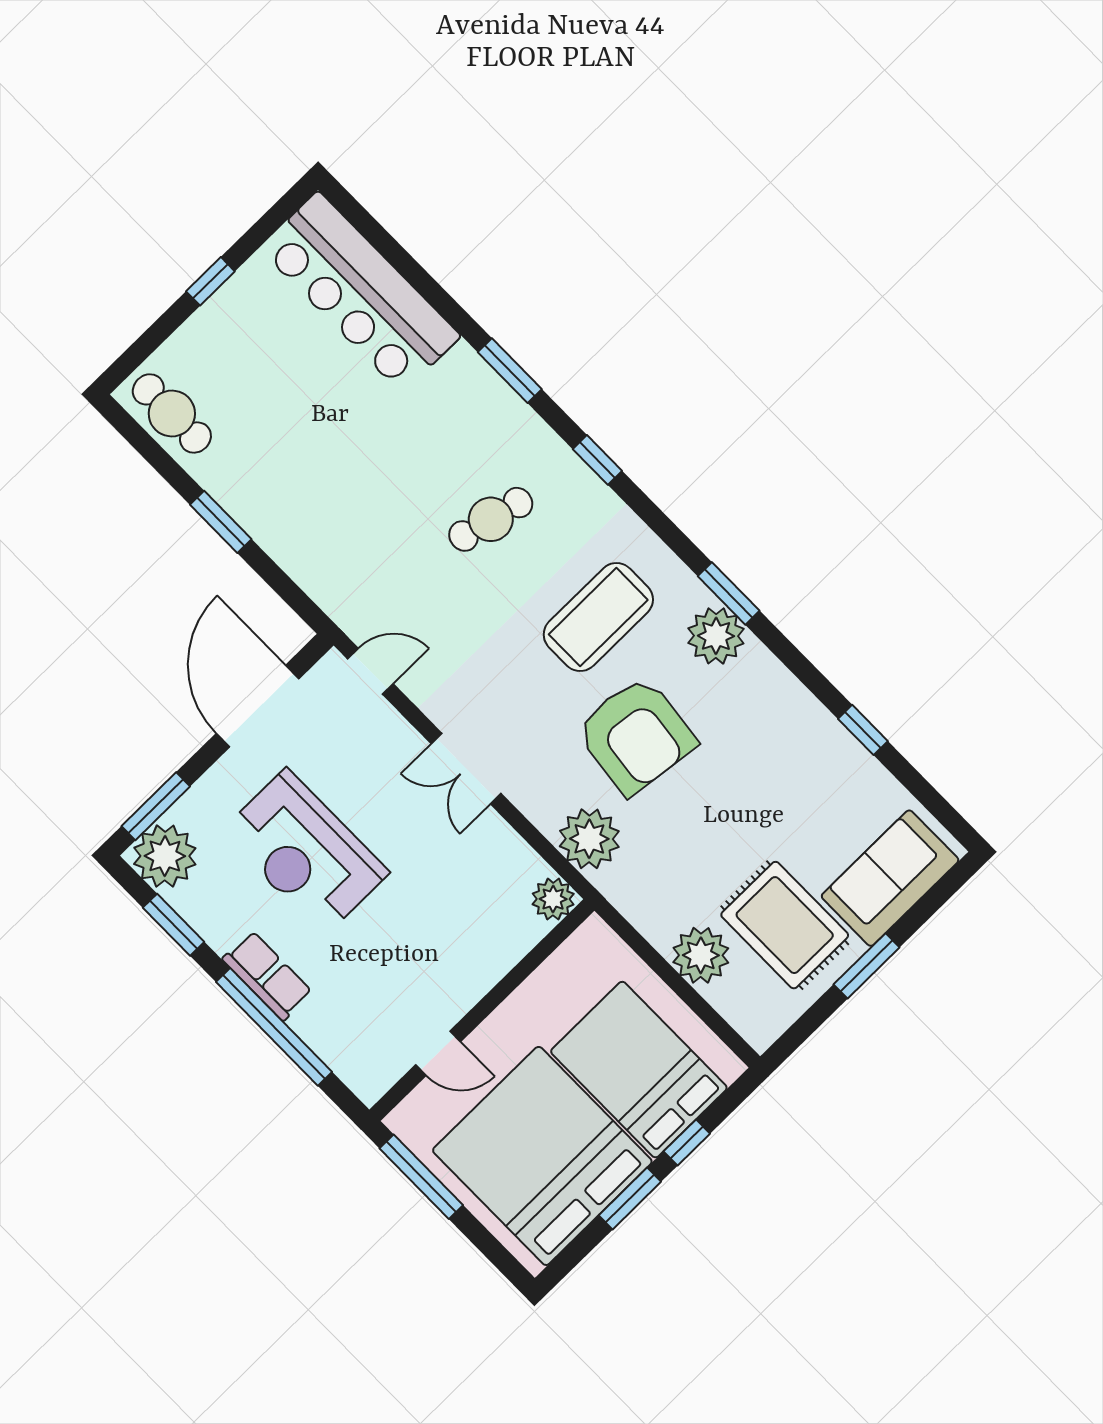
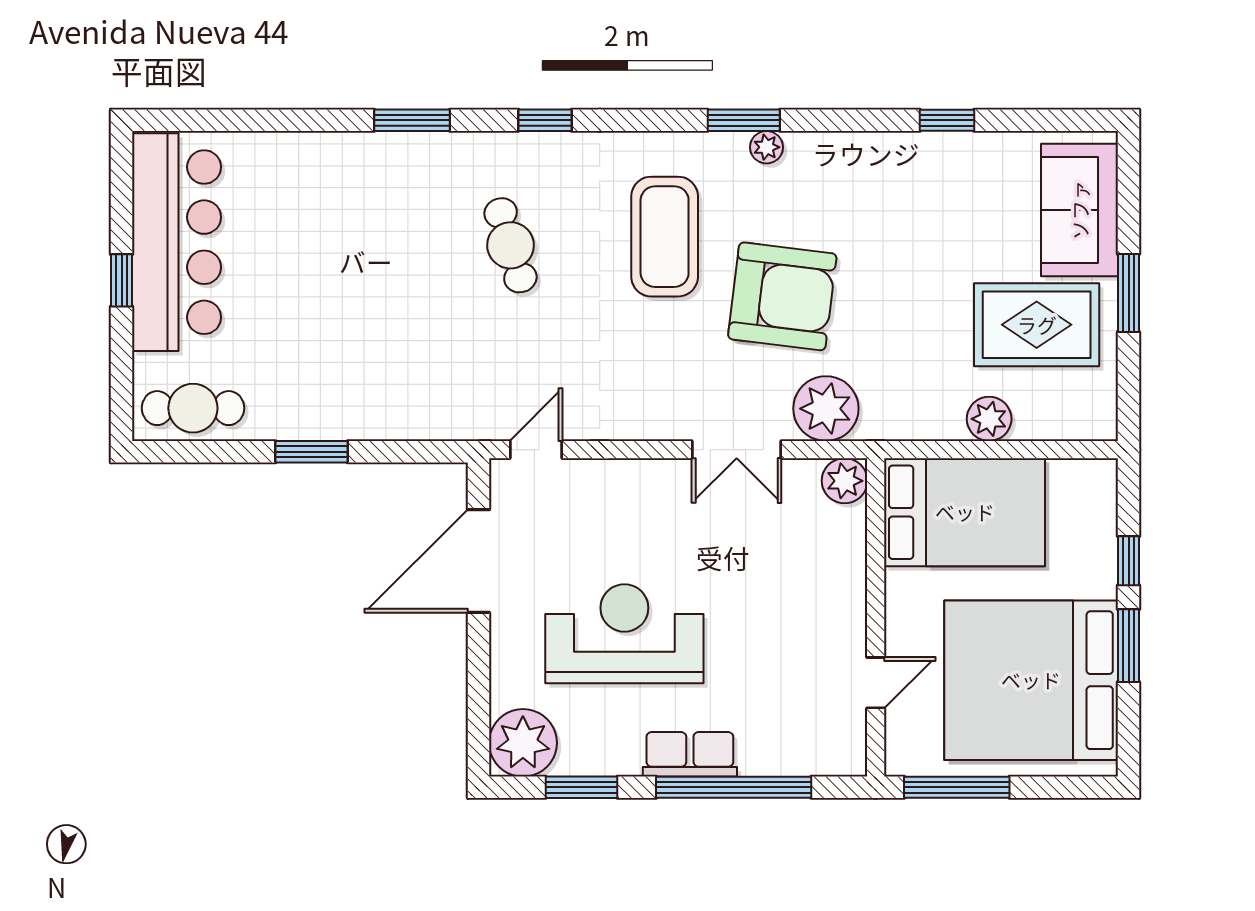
bar counter: (360, 292) -> (177, 242), moved, turned -90
cafe table: (491, 519) -> (511, 245), turned -30
plant: (716, 636) -> (766, 147), width x0.53, depth x0.53
door: (258, 706) -> (478, 561), hinge flipped
double door: (466, 769) -> (737, 450), moved
window: (156, 806) -> (478, 713), removed
reception desk: (305, 852) -> (624, 634), turned 180
plant: (701, 955) -> (989, 419), width x0.73, depth x0.73
bed: (639, 1070) -> (965, 512), moved, turned 180

